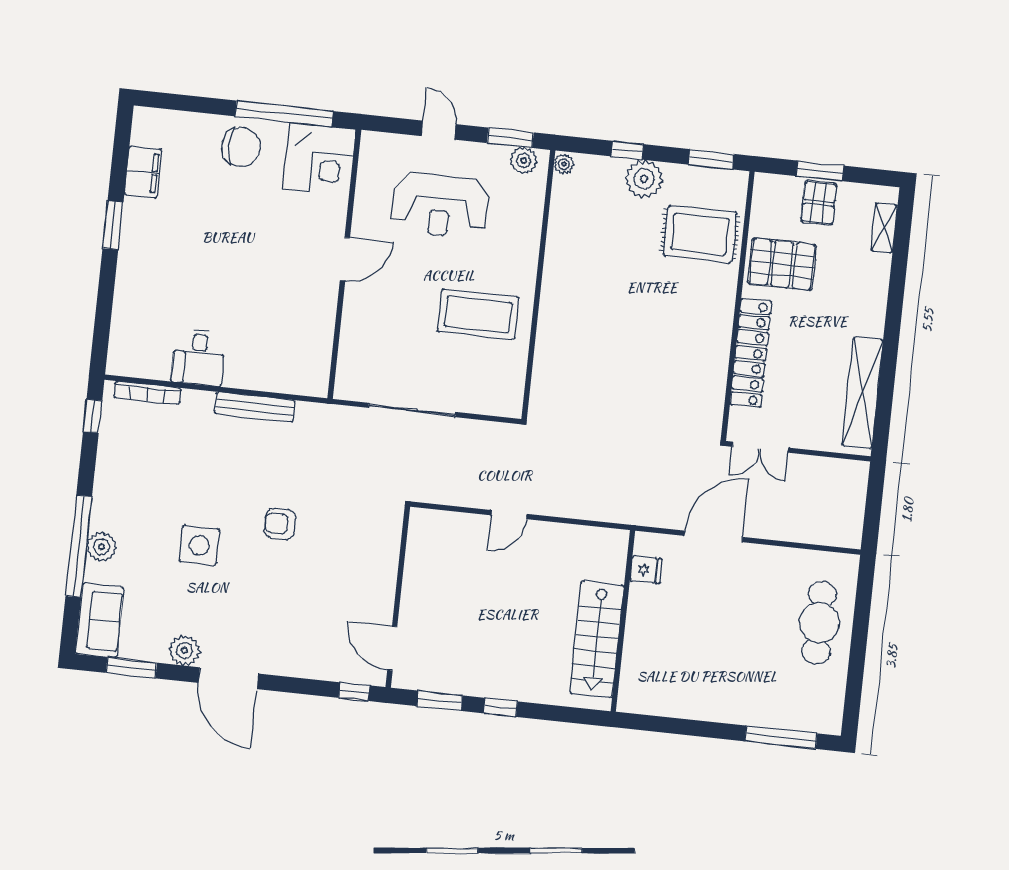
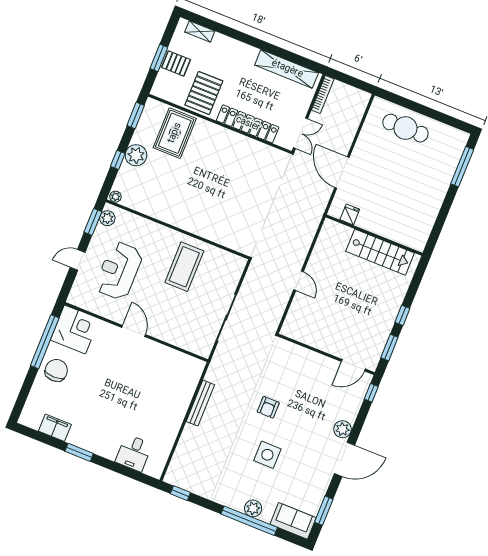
reception desk: (440, 205) -> (119, 271), turned 180
desk: (199, 357) -> (134, 453), moved, turned 90
bookcase: (147, 393) -> (323, 94), moved
plant: (184, 650) -> (342, 429), moved

